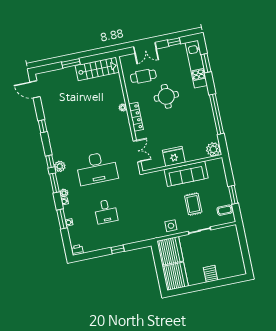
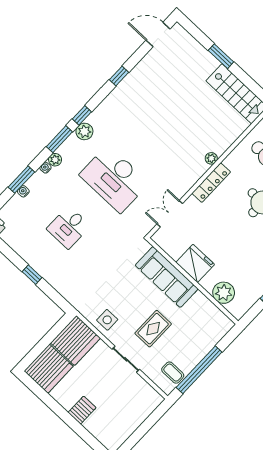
door: (35, 89) -> (158, 35), hinge flipped
plant: (213, 149) -> (224, 293), moved
double door: (137, 151) -> (170, 214), swing flipped
sofa: (186, 174) -> (167, 277), moved
window: (233, 195) -> (199, 370), width x2.11

